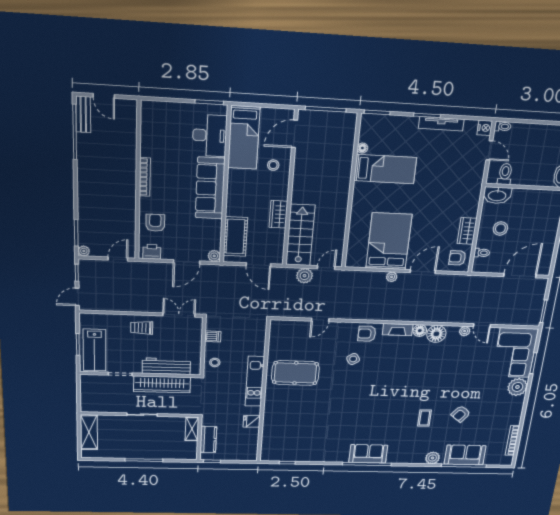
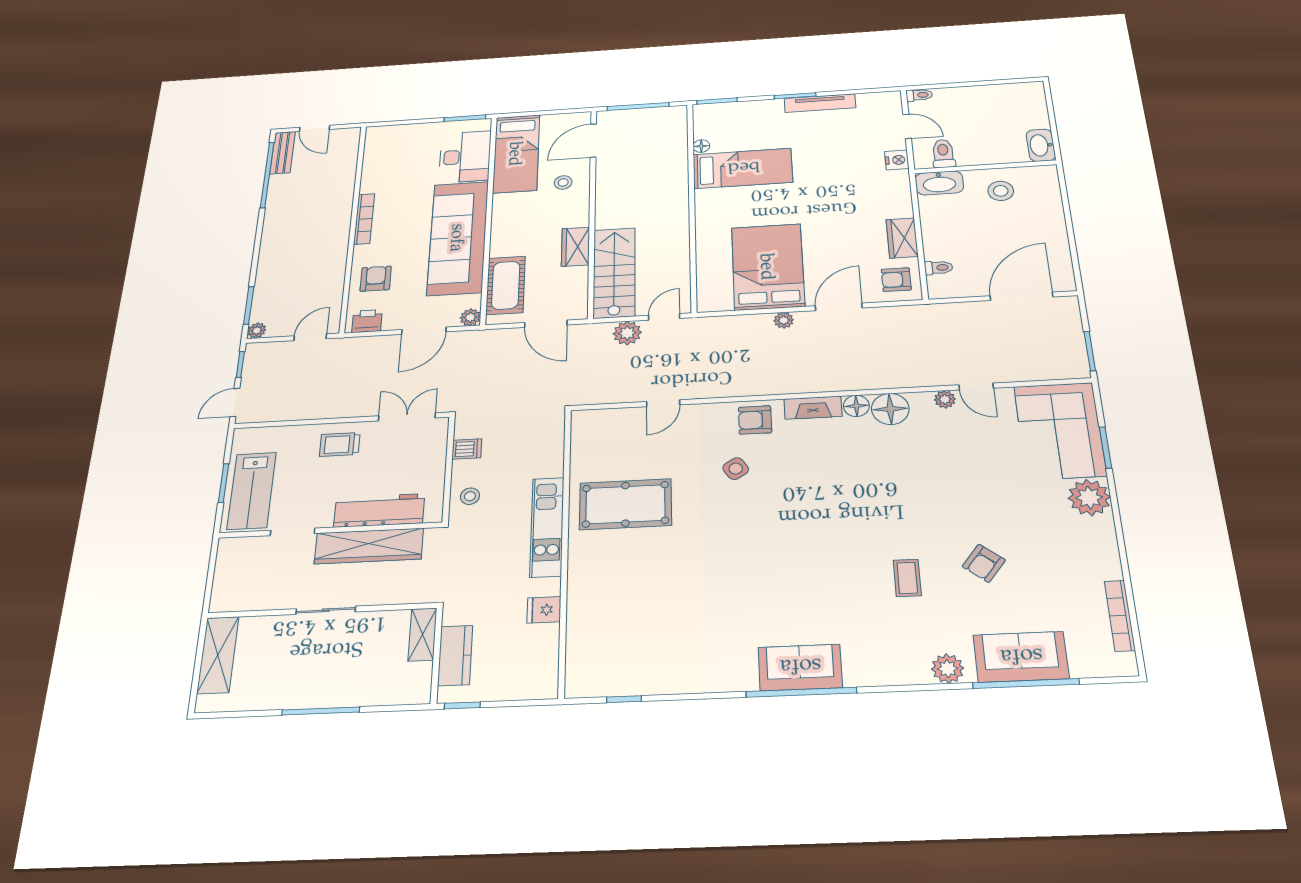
nightstand: (485, 128) -> (897, 160), moved
sofa: (210, 188) -> (458, 238), width x1.36, depth x1.27
stool: (500, 228) -> (1001, 191), moved

